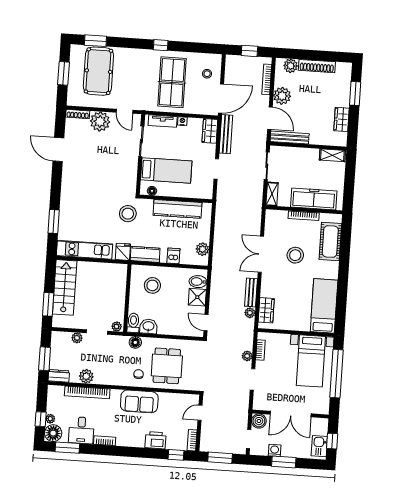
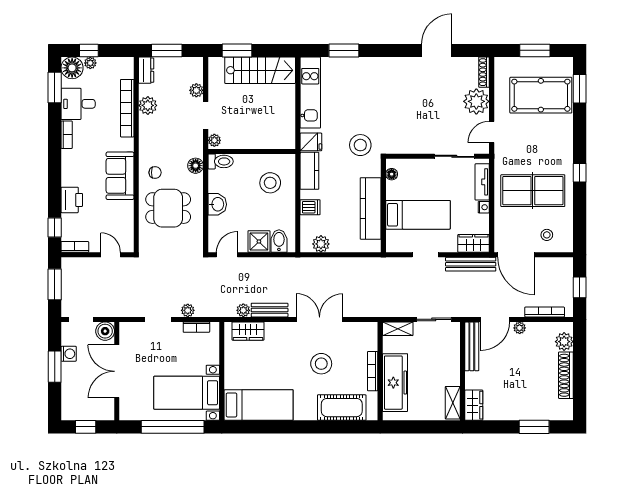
plant: (282, 96) -> (520, 328), width x0.53, depth x0.53
wardrobe: (342, 119) -> (474, 405), moved, turned 90
bed: (166, 170) -> (418, 215), moved, turned -90
washbasin: (148, 326) -> (217, 204), moved
kitchen sink: (319, 446) -> (78, 411), removed

